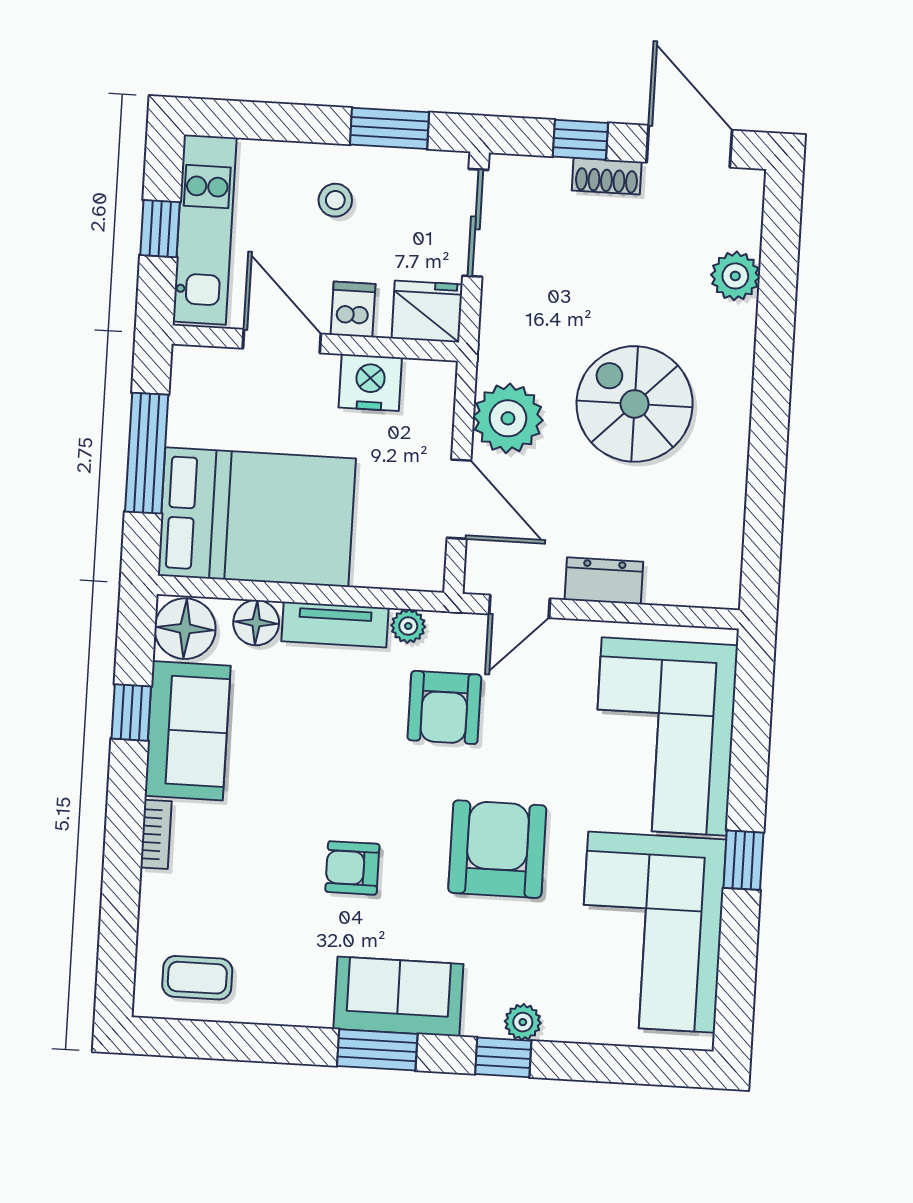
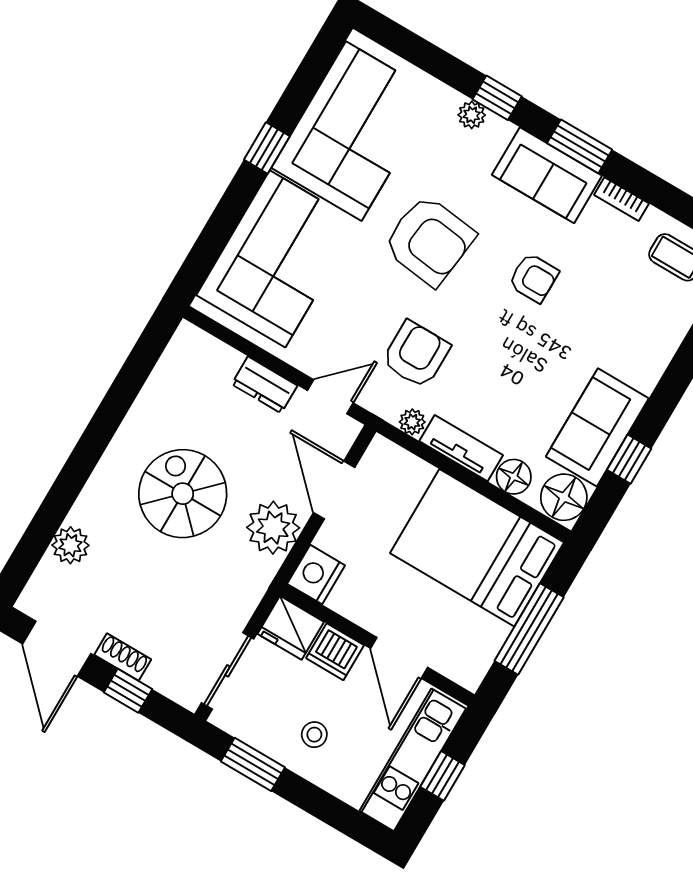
dishwasher: (353, 309) -> (335, 652), width x1.38
nightstand: (370, 382) -> (316, 575), moved, turned 90
spiral stairs: (635, 404) -> (183, 494), turned 180
bookcase: (156, 834) -> (621, 199), moved, turned -90
armchair: (497, 849) -> (429, 241), turned -83

